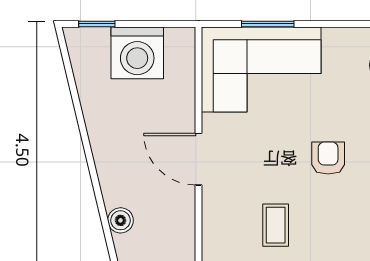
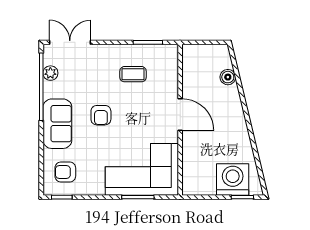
washing machine: (137, 53) -> (233, 179), moved
coffee table: (276, 225) -> (133, 74), turned 90

